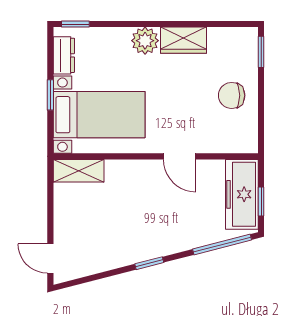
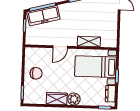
door: (180, 156) -> (60, 47), swing flipped
shelving: (79, 171) -> (89, 42), moved
freezer: (242, 194) -> (43, 16), moved, turned 76

